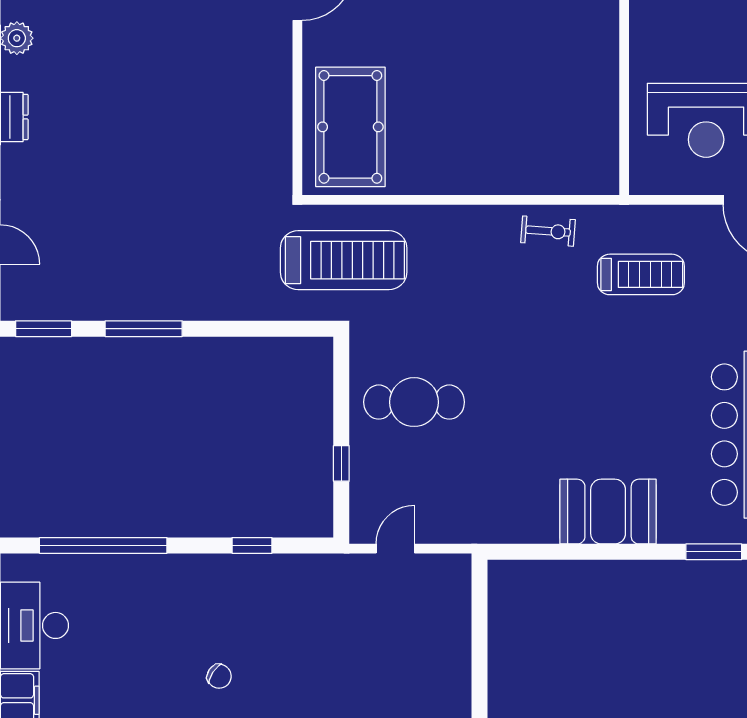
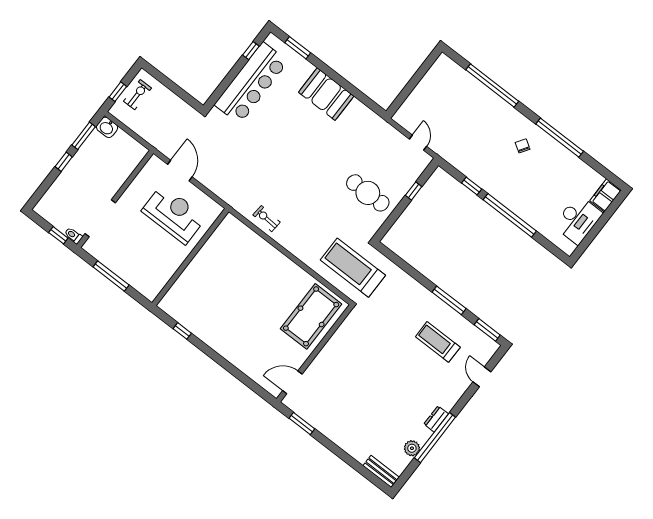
treadmill: (641, 274) -> (438, 342), moved
window: (103, 545) -> (510, 215), moved
door: (395, 549) -> (418, 143), swing flipped

